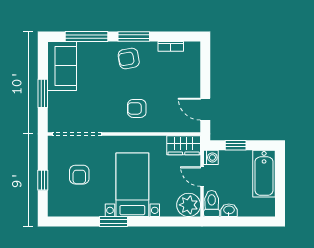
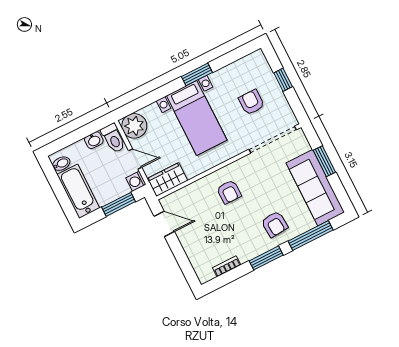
armchair: (129, 58) -> (275, 224), moved, turned 96
sofa: (62, 66) -> (315, 188), width x1.36
armchair: (137, 108) -> (229, 192), turned 90
window: (236, 145) -> (119, 204), width x1.50
bidet: (267, 204) -> (61, 164), added

